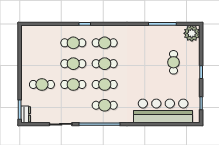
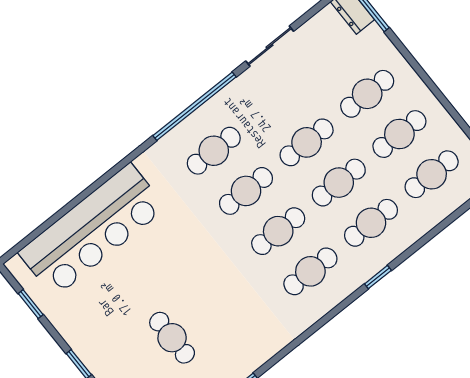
cafe table: (42, 43) -> (432, 174), added
cafe table: (173, 62) -> (172, 338), moved
cafe table: (42, 64) -> (399, 134), added

